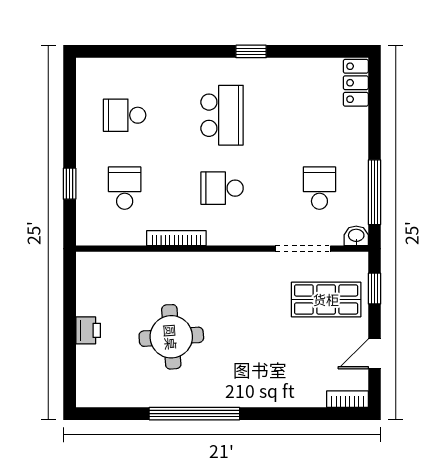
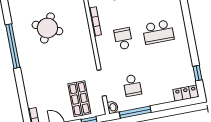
window: (251, 51) -> (198, 73), moved
school desk: (319, 188) -> (132, 85), turned 90
round table: (171, 337) -> (47, 28), turned 30

